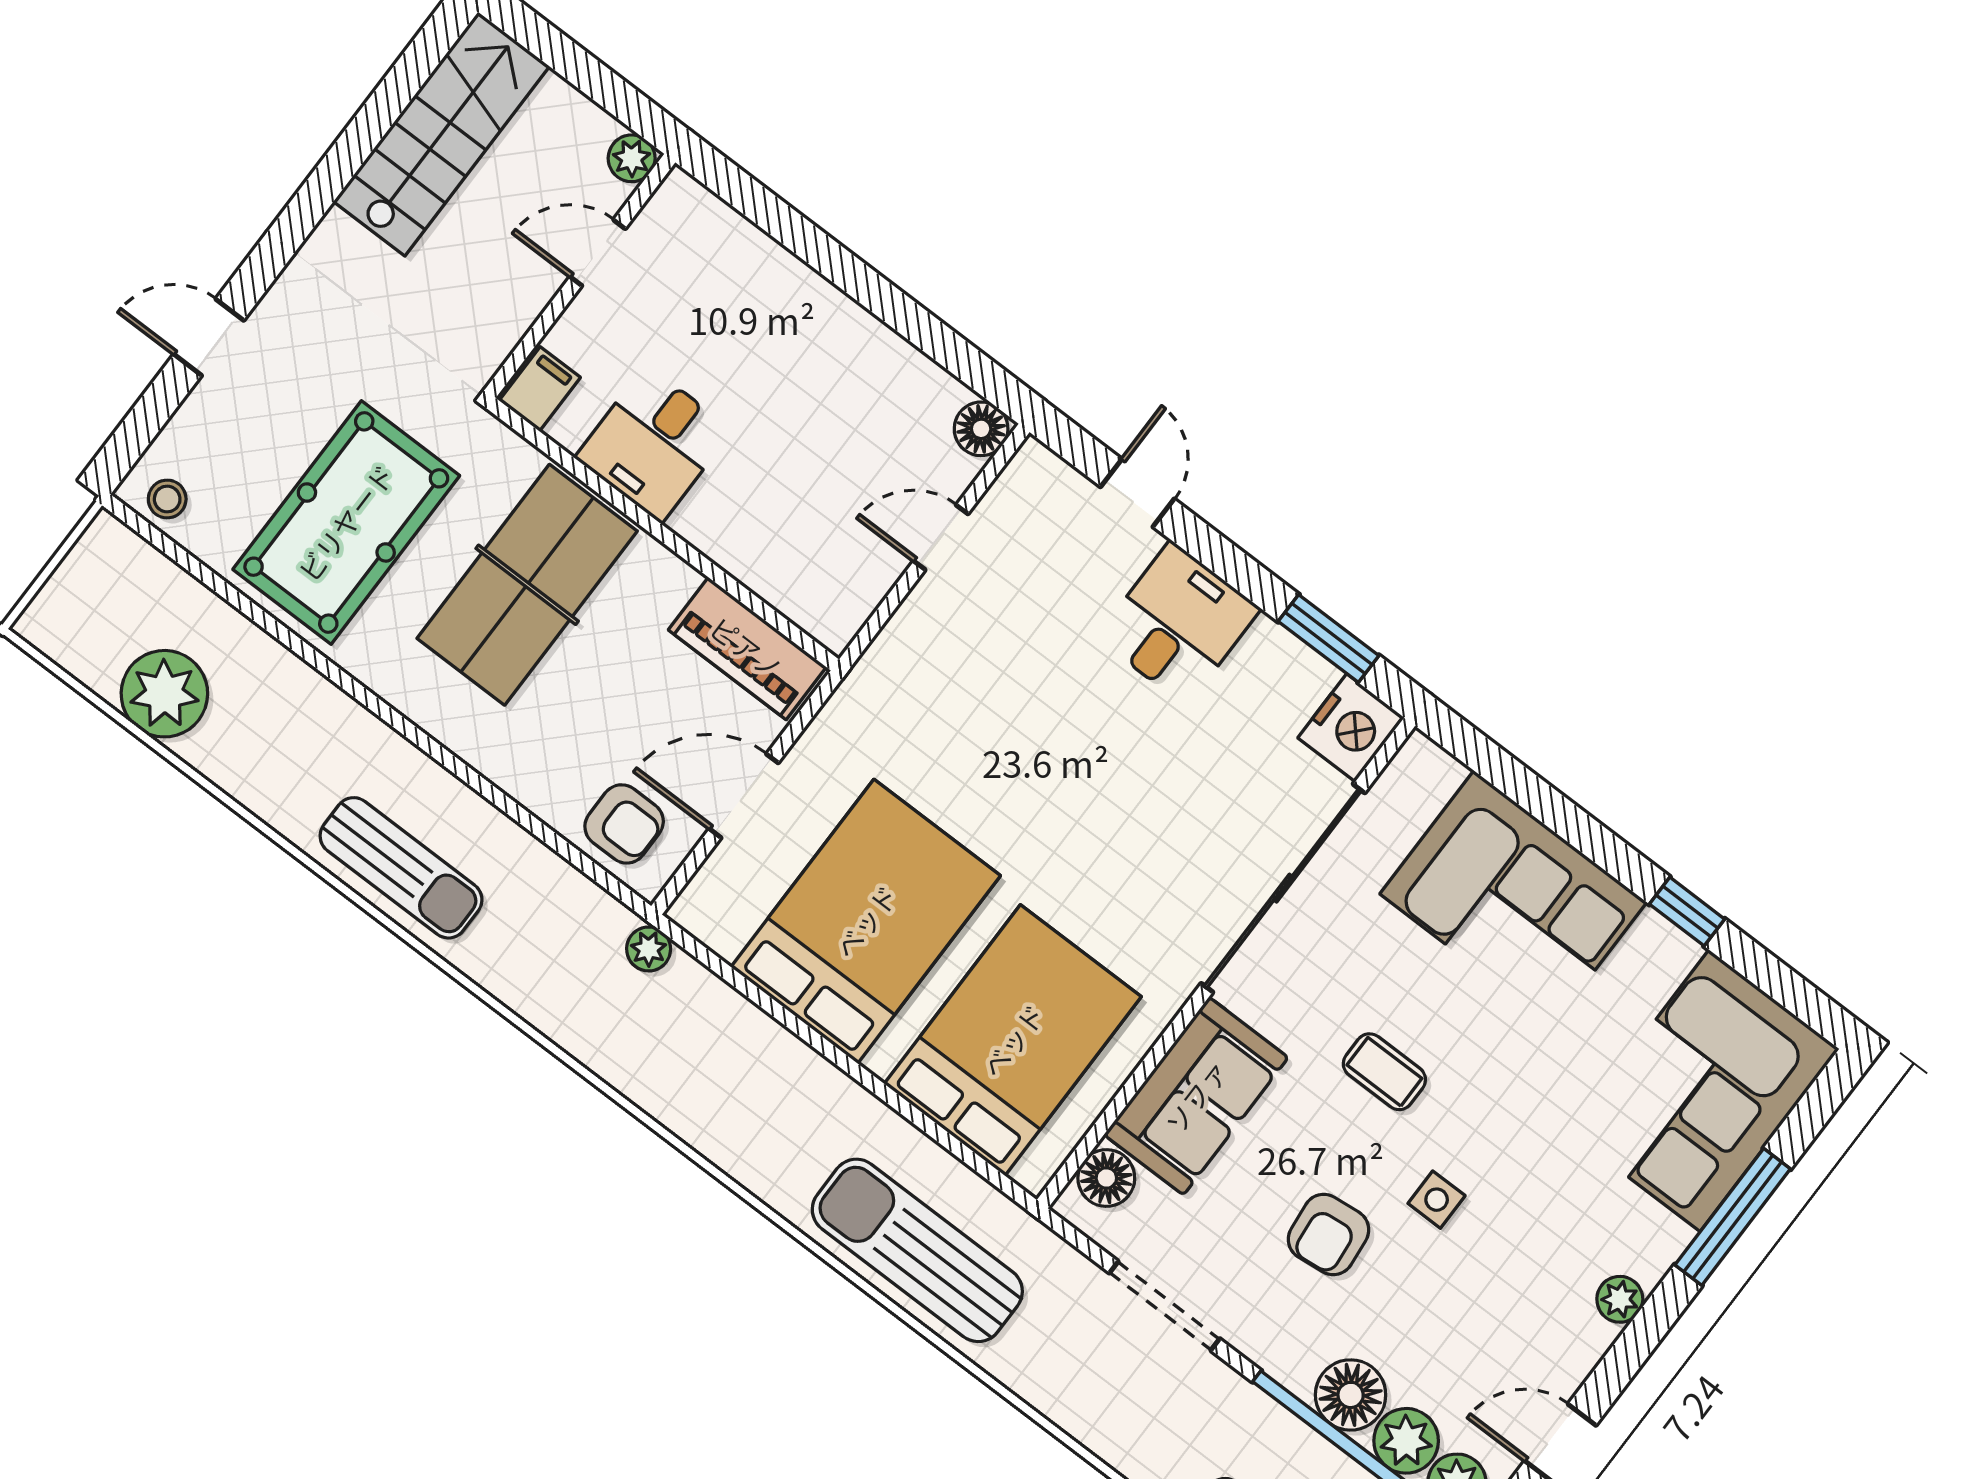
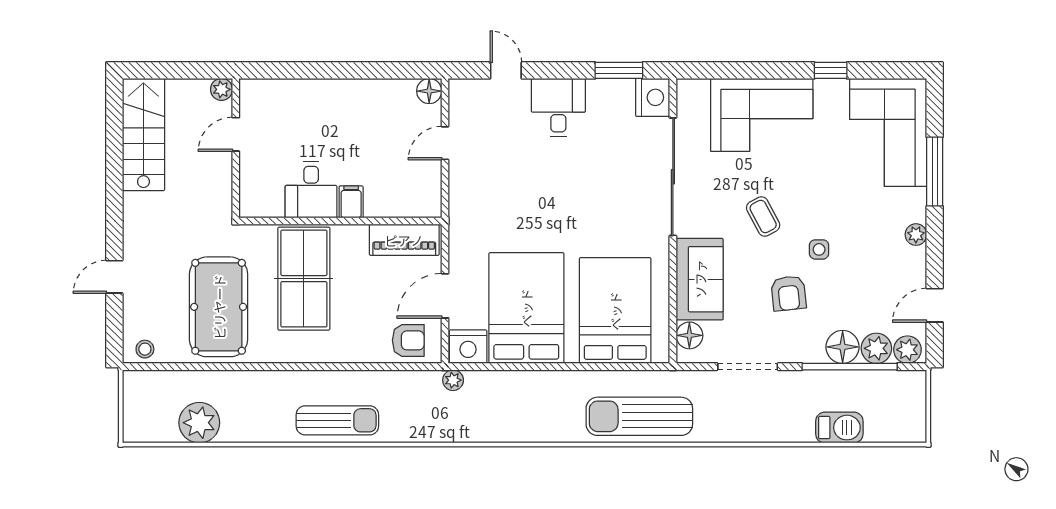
filing cabinet: (540, 389) -> (351, 202), moved
nightstand: (717, 912) -> (468, 347), added
coffee table: (1384, 1072) -> (763, 217), turned 62

